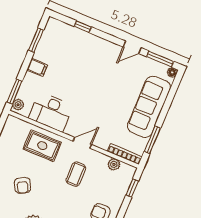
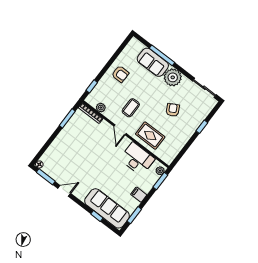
sofa: (149, 107) -> (107, 208), moved, turned -90
door: (82, 143) -> (120, 130), hinge flipped

